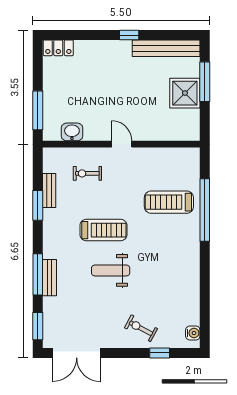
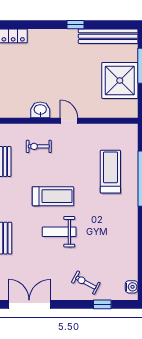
shower: (185, 93) -> (120, 80), width x1.37, depth x1.37
washbasin: (72, 132) -> (40, 110), moved
treadmill: (169, 202) -> (110, 172), turned 90
double door: (77, 353) -> (29, 304), swing flipped

